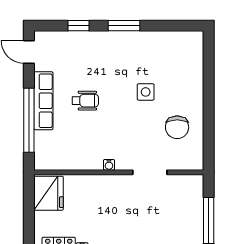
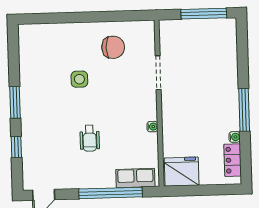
row of seats: (43, 101) -> (135, 178), moved, width x0.68
wheelchair: (85, 101) -> (90, 138), turned 180
water cooler: (109, 165) -> (152, 127), moved

